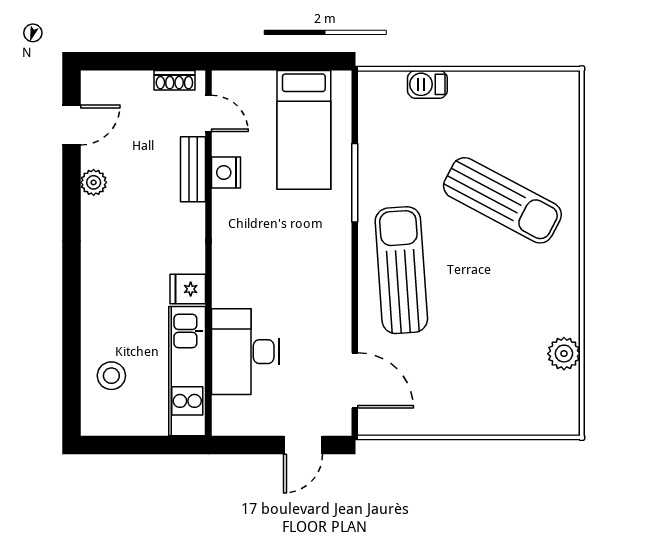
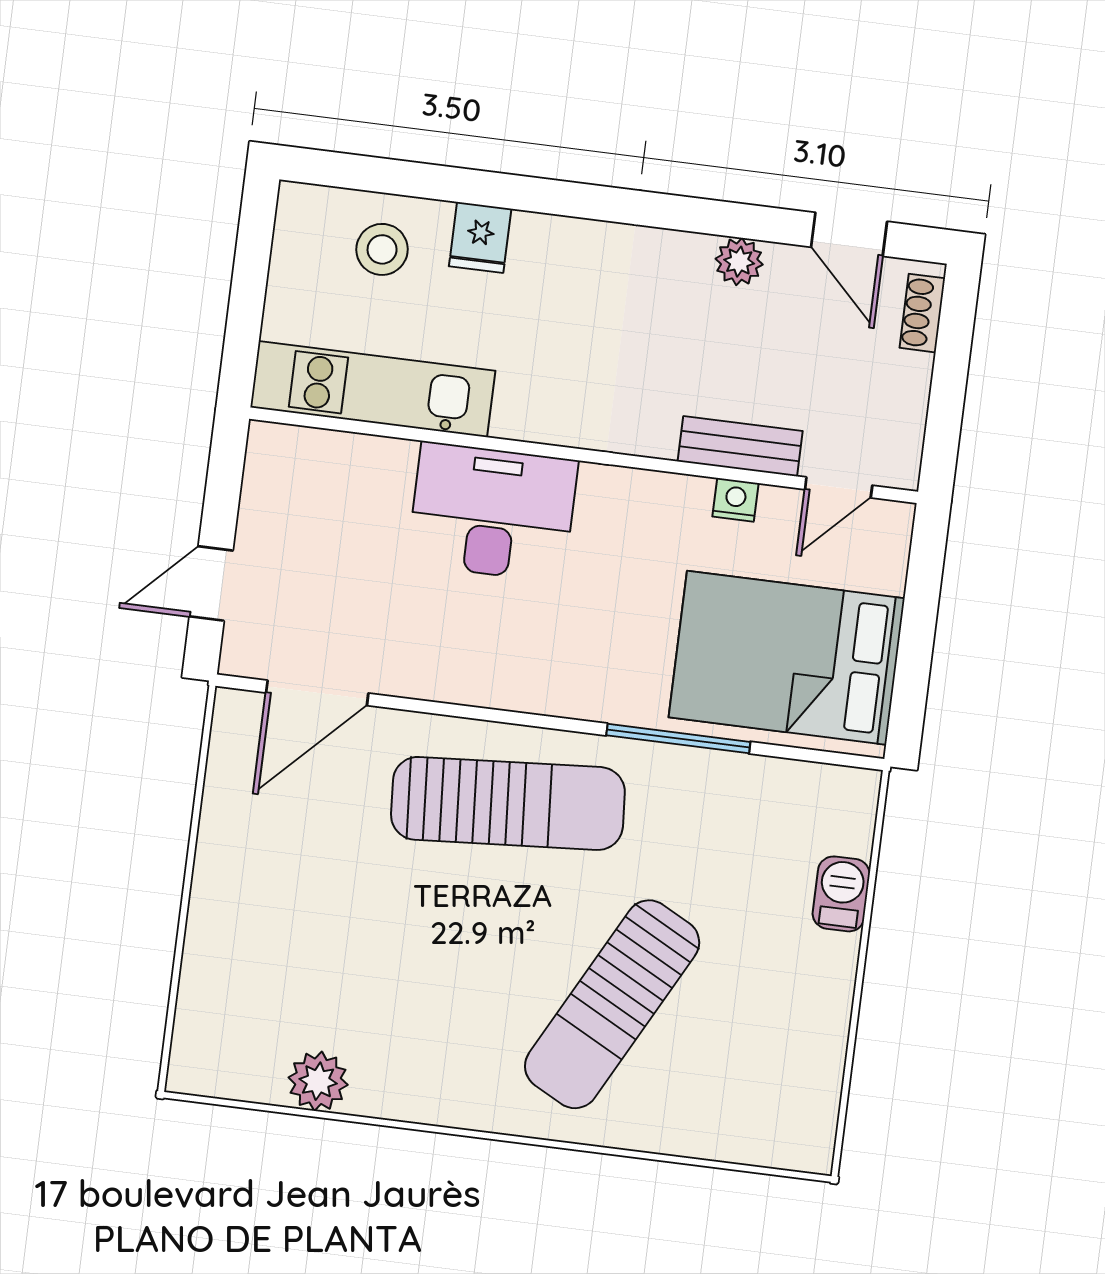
shoe rack: (174, 80) -> (922, 313), moved
bed: (304, 130) -> (787, 658), width x1.50
nightstand: (226, 173) -> (736, 500), width x0.72, depth x0.74
fridge: (188, 289) -> (480, 238), moved, turned 180
desk: (245, 352) -> (492, 512), moved
door: (303, 445) -> (211, 584), hinge flipped

